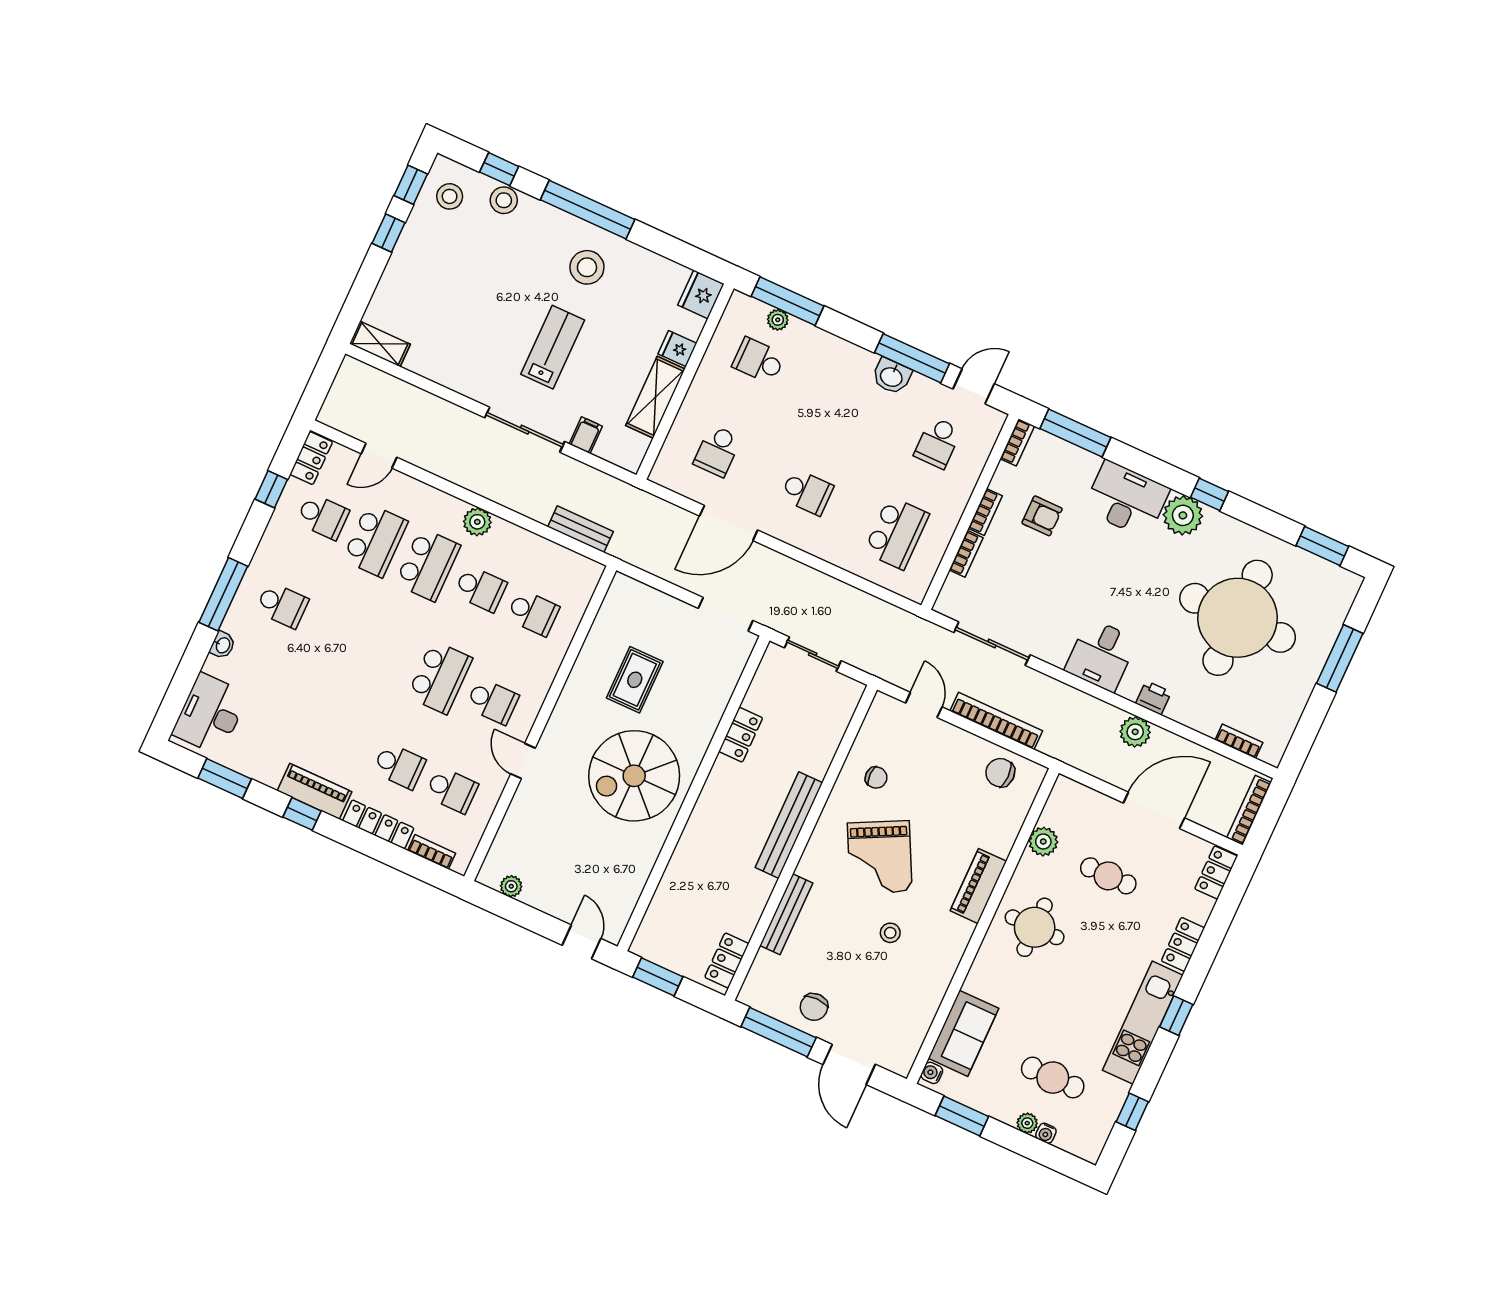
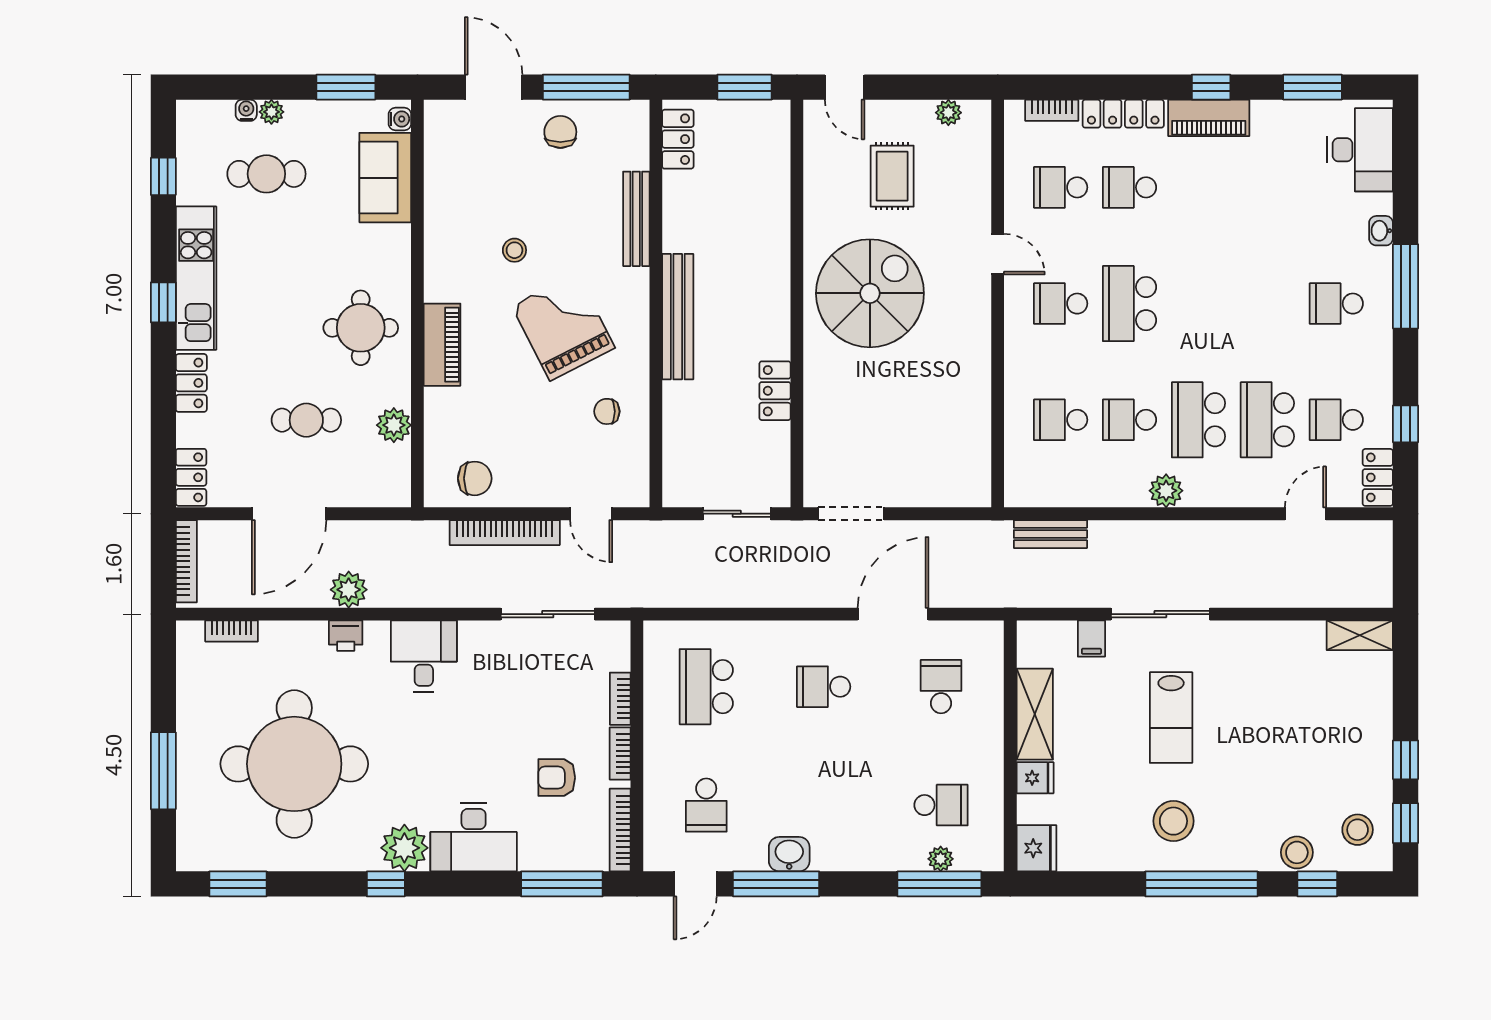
bookcase: (1017, 442) -> (620, 830), width x1.56
school desk: (938, 443) -> (706, 805), turned 180
rug: (635, 680) -> (892, 176), moved

